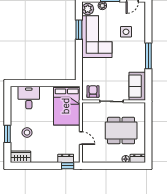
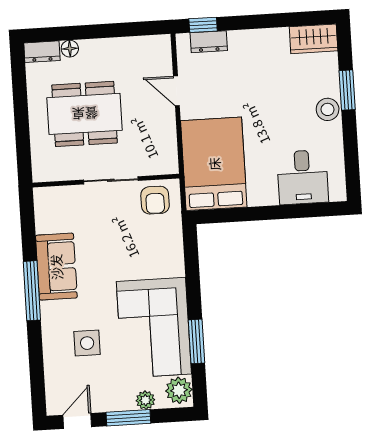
sofa: (137, 86) -> (56, 267), moved
stool: (27, 133) -> (328, 109), moved

